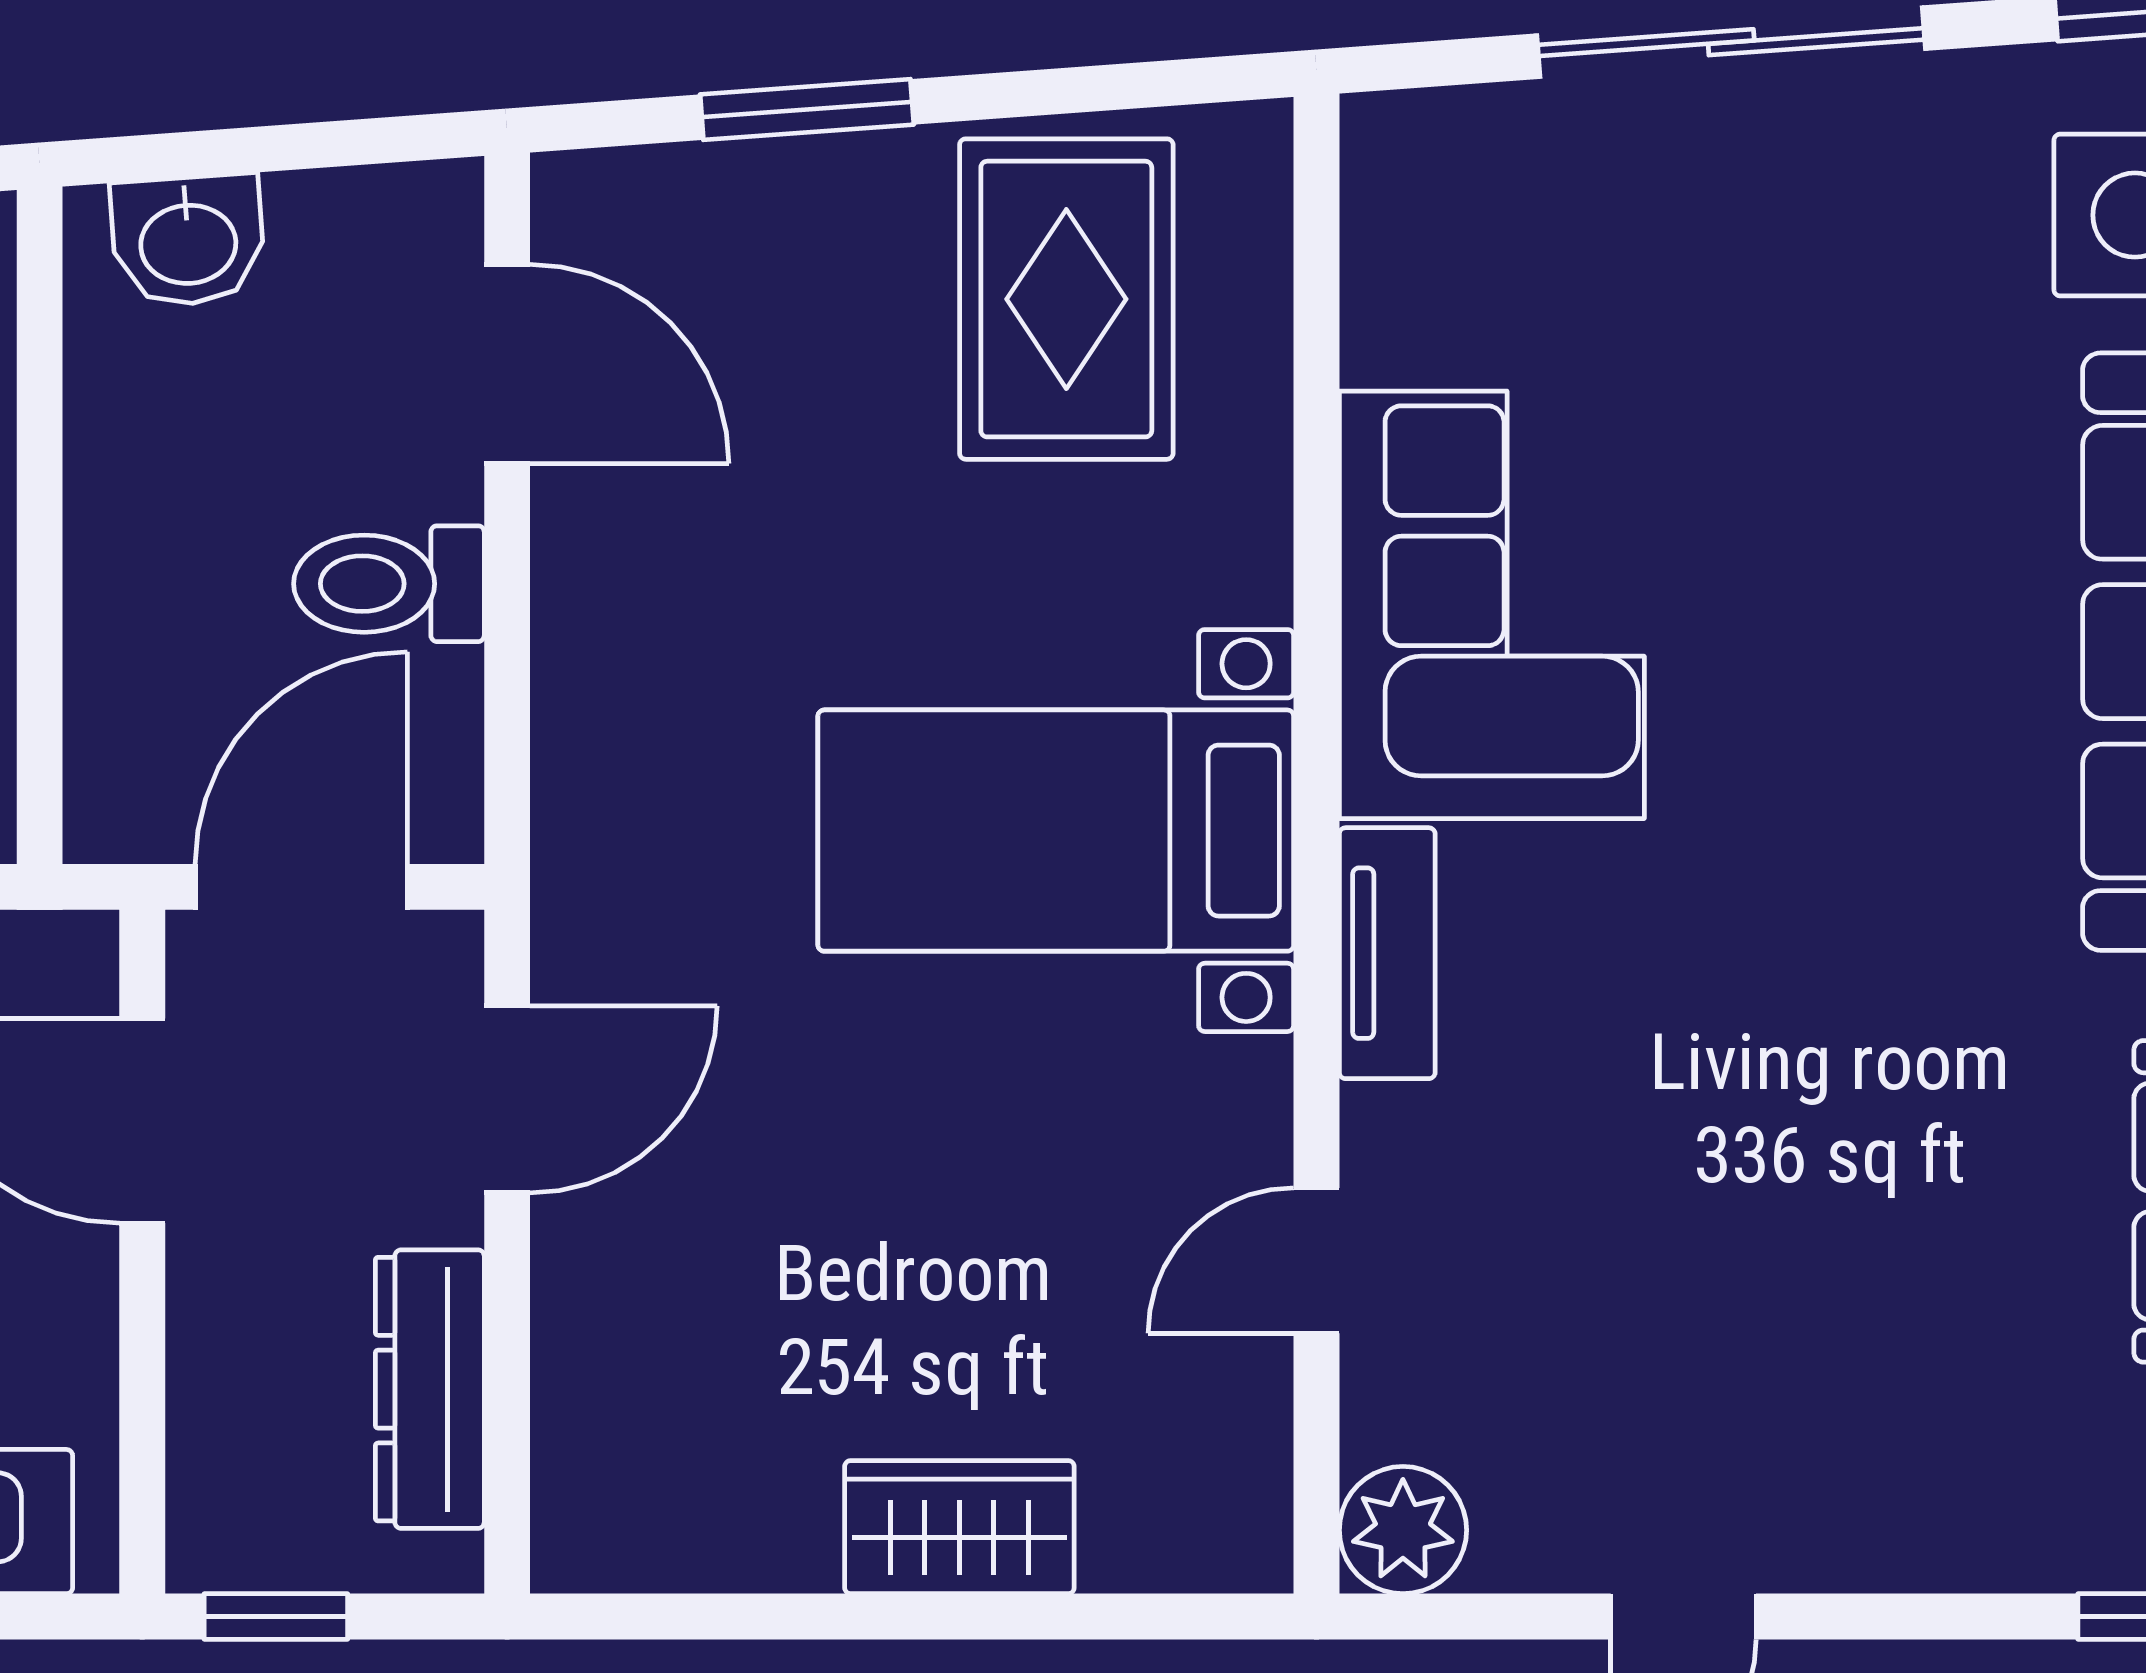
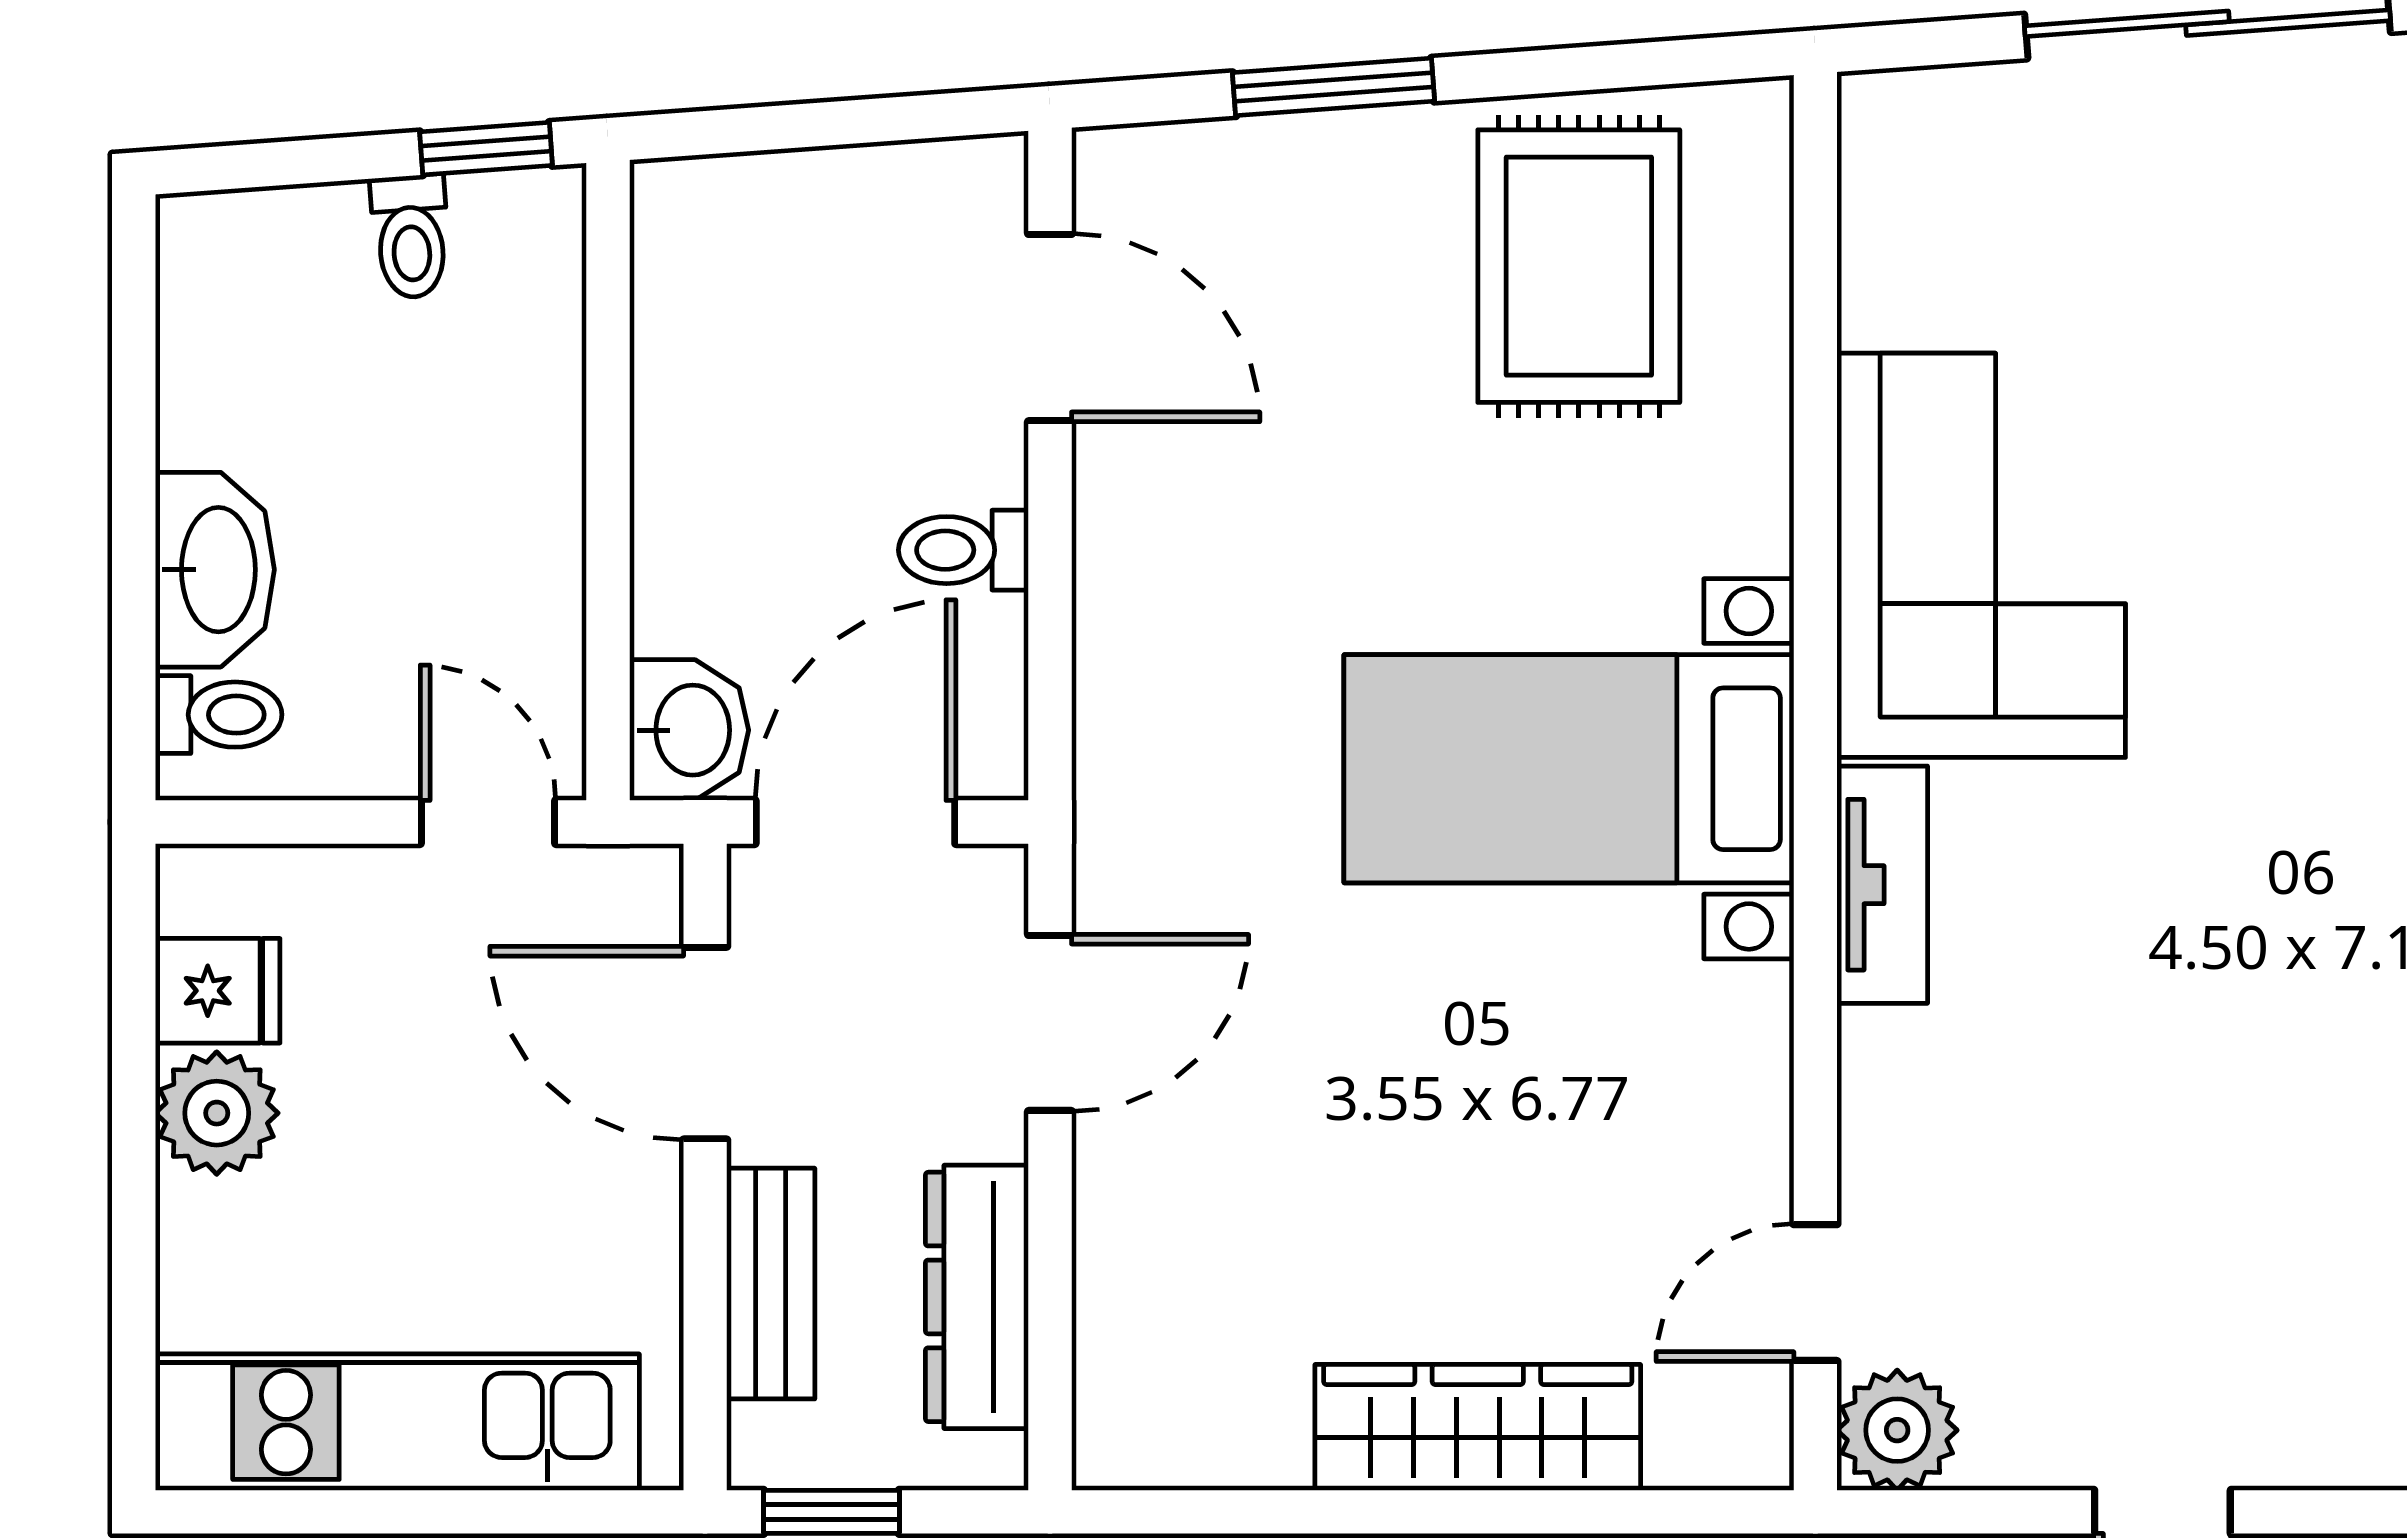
washbasin: (188, 241) -> (689, 730), moved, turned -86
toilet: (389, 584) -> (963, 550), width x0.73, depth x0.72
door: (1316, 1261) -> (1815, 1293), moved
bench: (212, 1375) -> (771, 1284), added
wardrobe: (959, 1527) -> (1478, 1427), width x1.50

